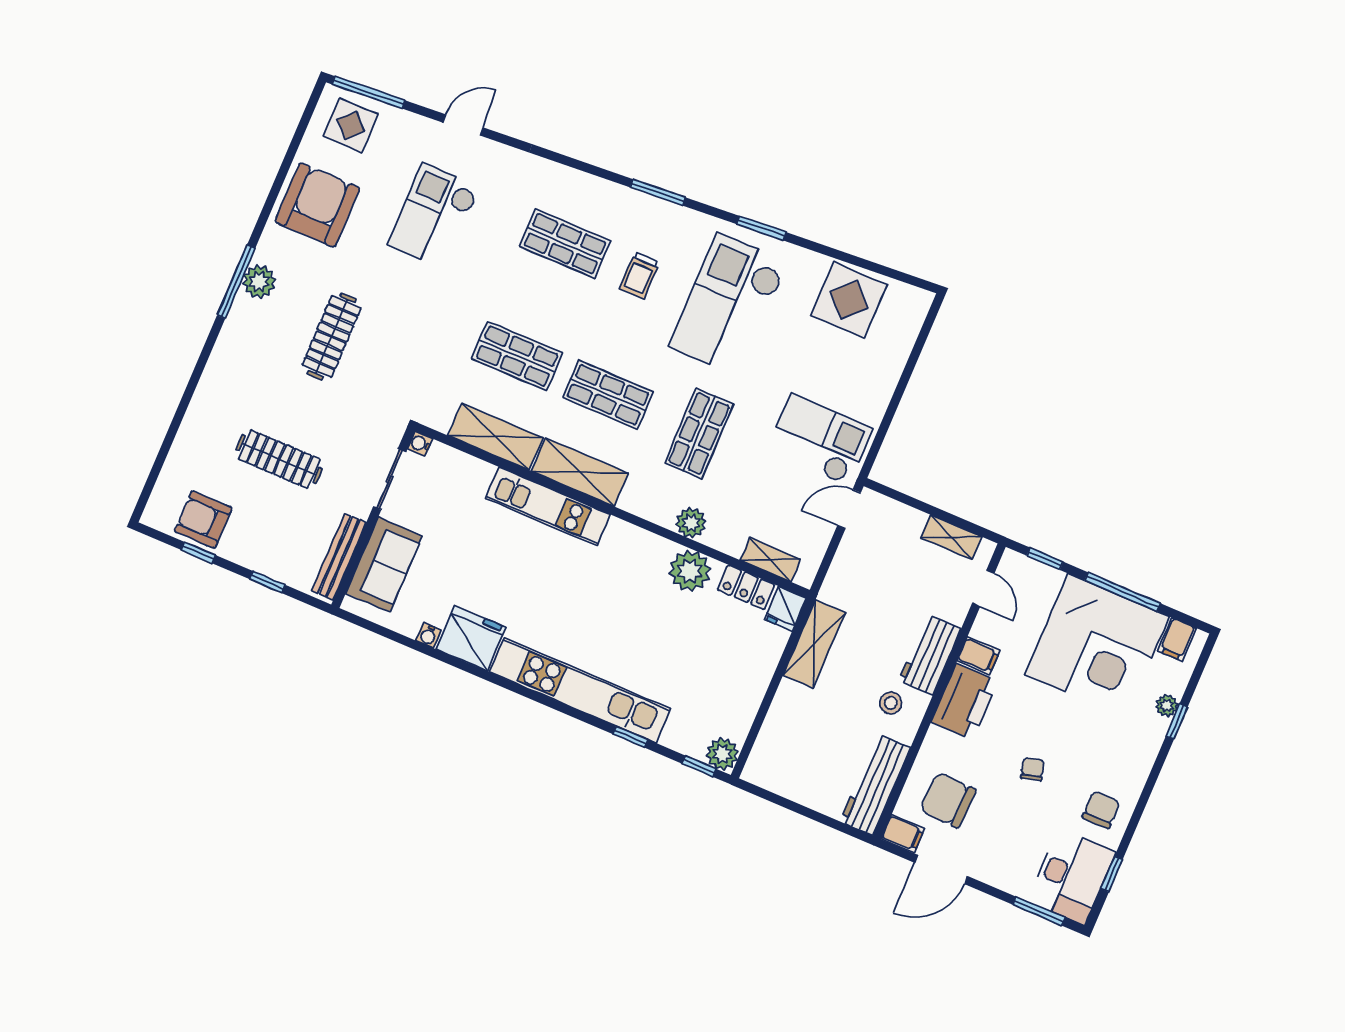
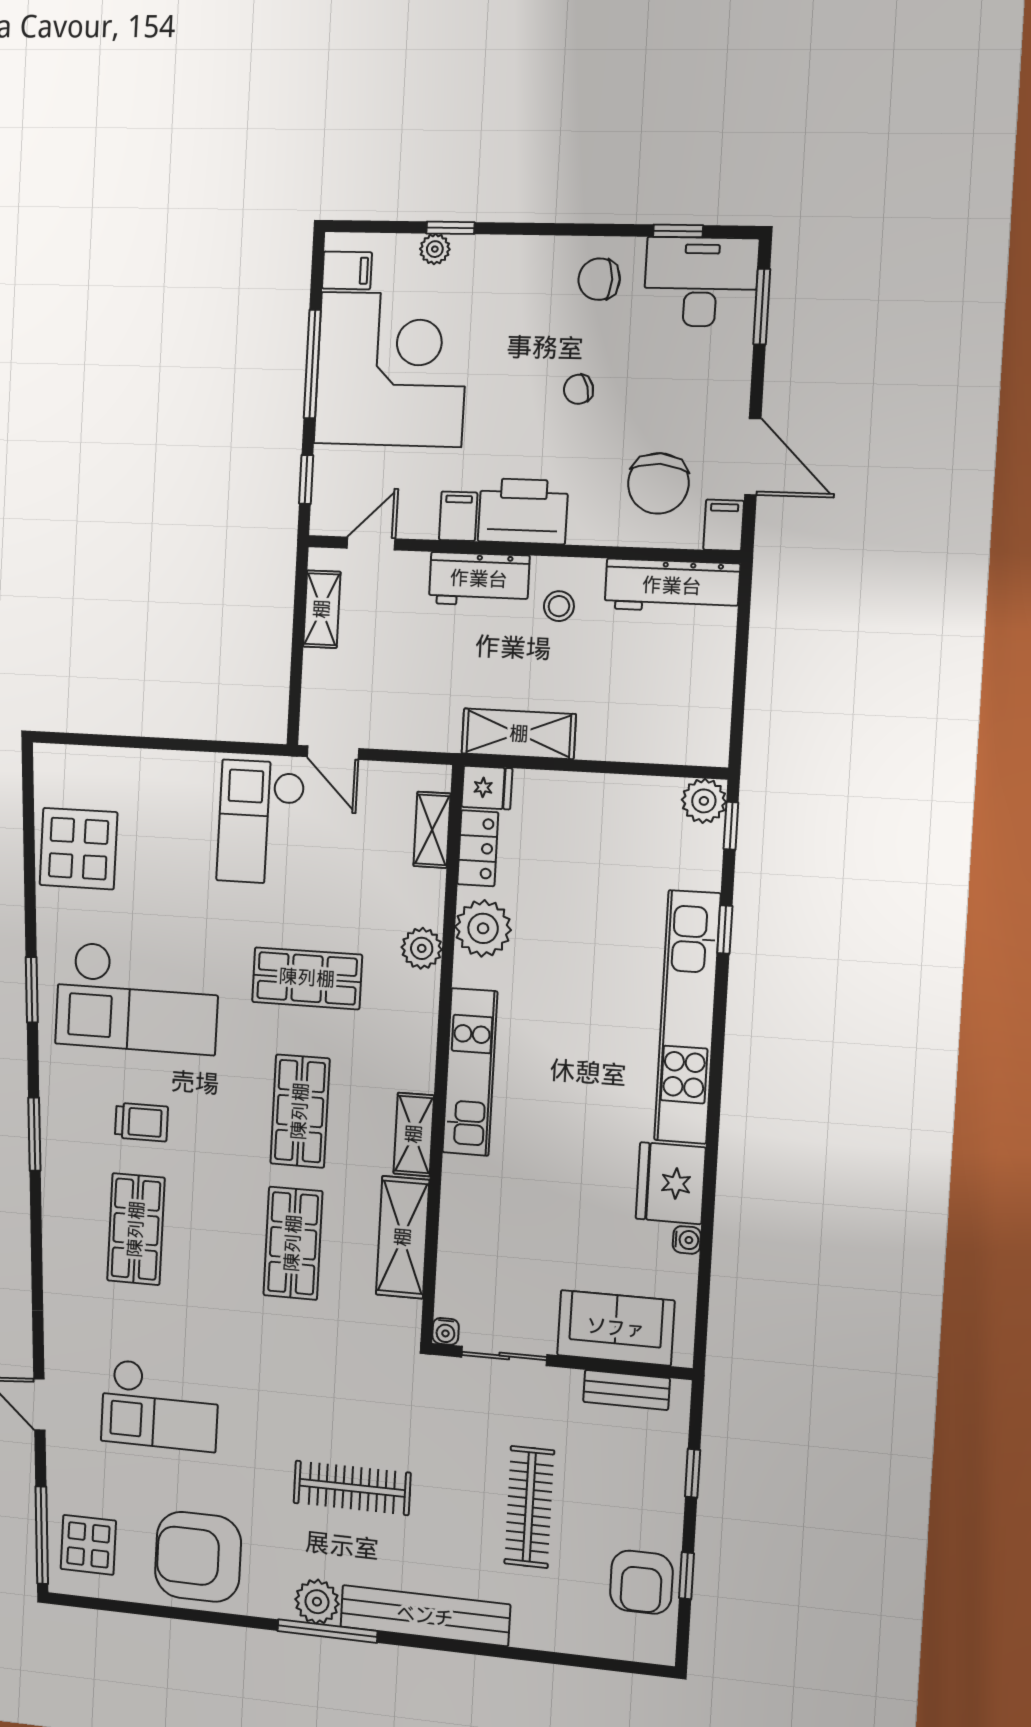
bench: (226, 357) -> (425, 1616), added
shelving: (580, 472) -> (414, 1134), width x0.67, depth x0.75
kitchen unit: (548, 506) -> (470, 1072), moved
bench: (339, 557) -> (626, 1390), width x0.73

